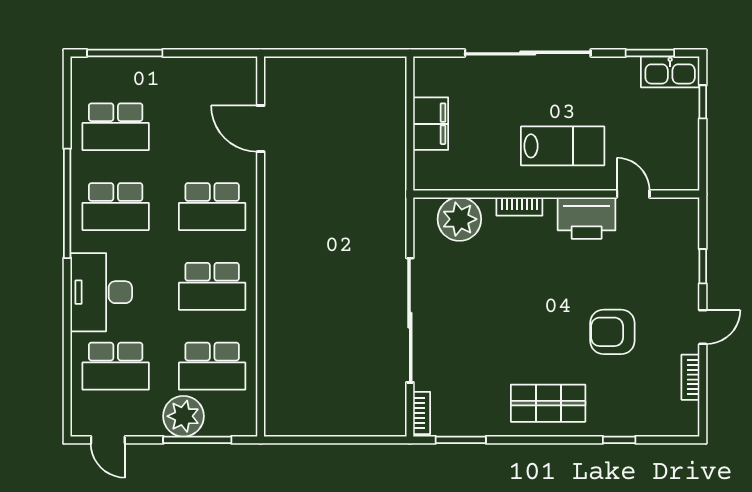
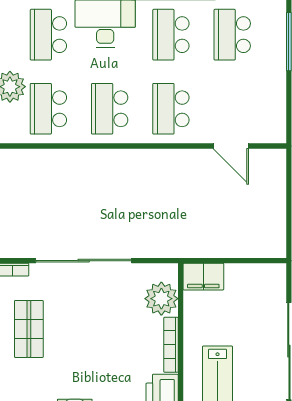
filing cabinet: (431, 124) -> (203, 277), moved
door: (261, 129) -> (231, 146), swing flipped
bookcase: (519, 206) -> (171, 345), width x1.56
shop shelf: (548, 403) -> (29, 329), moved

